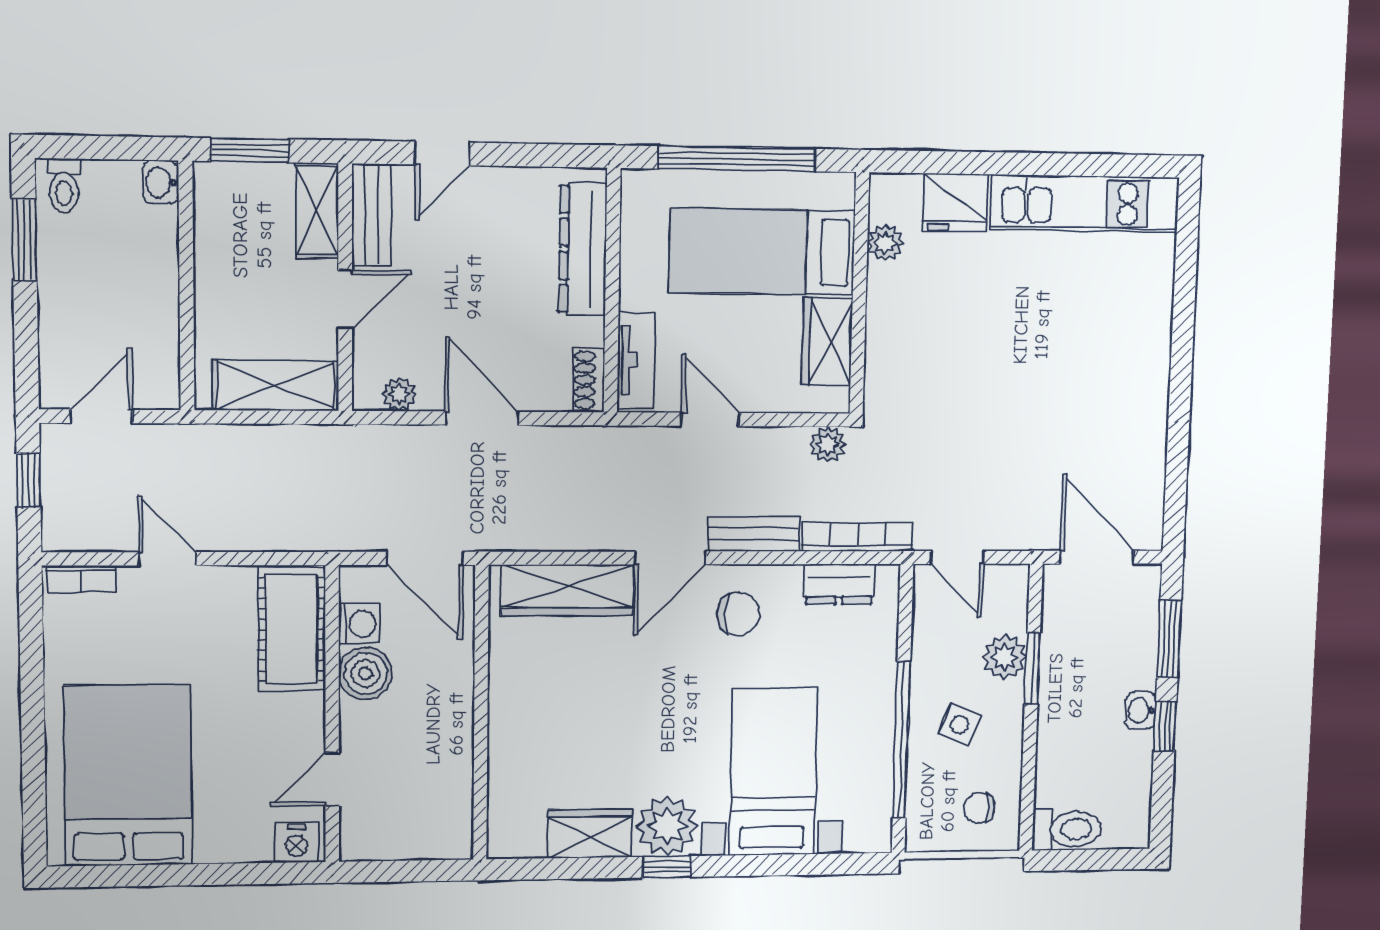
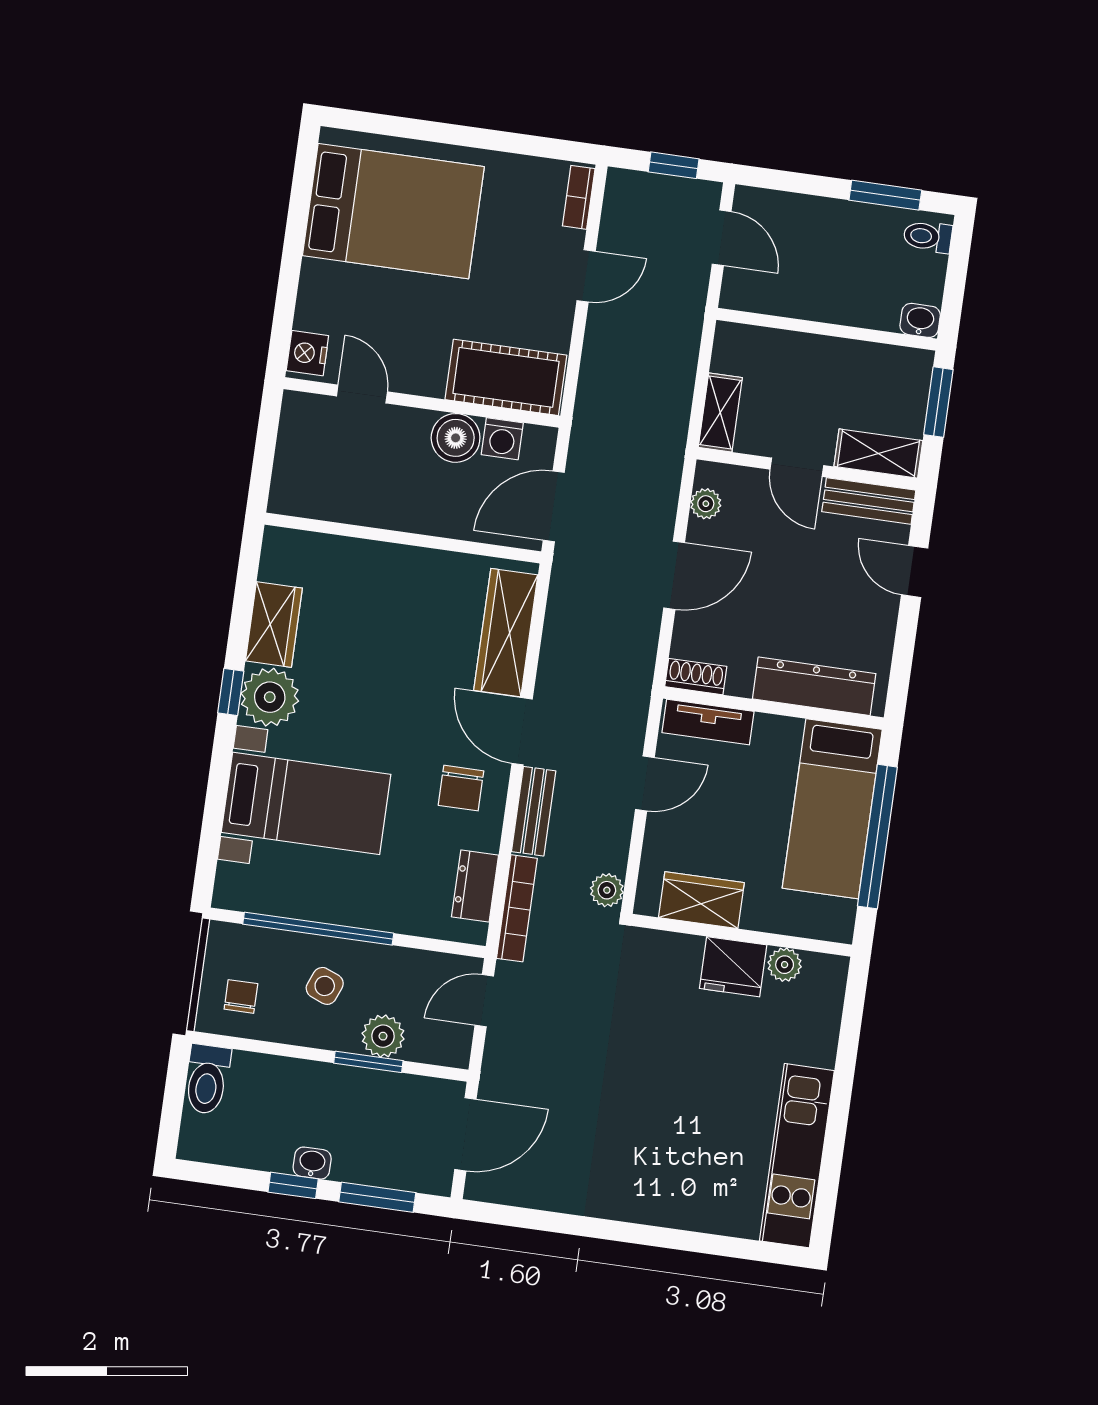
fridge: (955, 202) -> (733, 967), moved, turned -90
bed: (762, 252) -> (832, 809), moved, turned 180
shelving: (275, 385) -> (720, 412), width x0.67, depth x0.75

